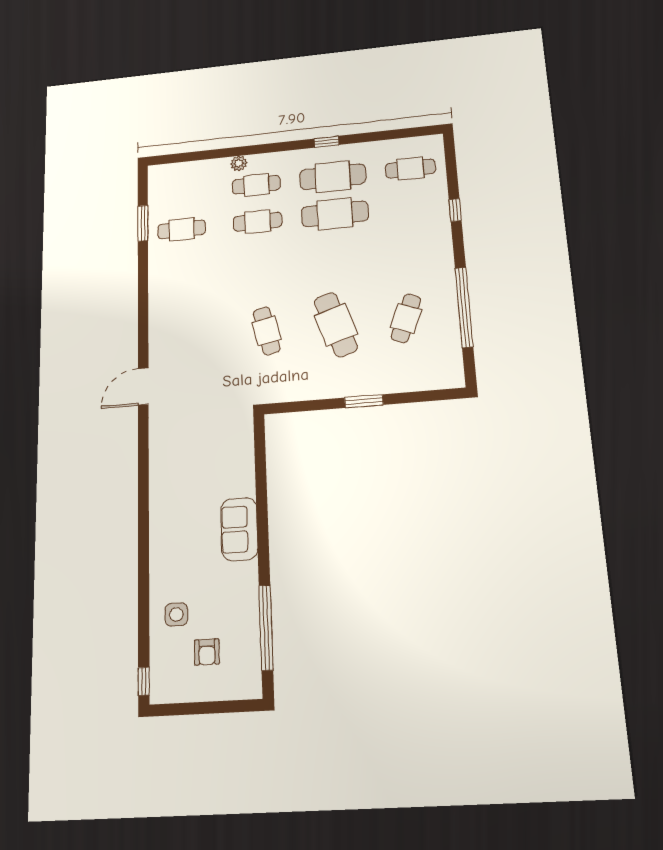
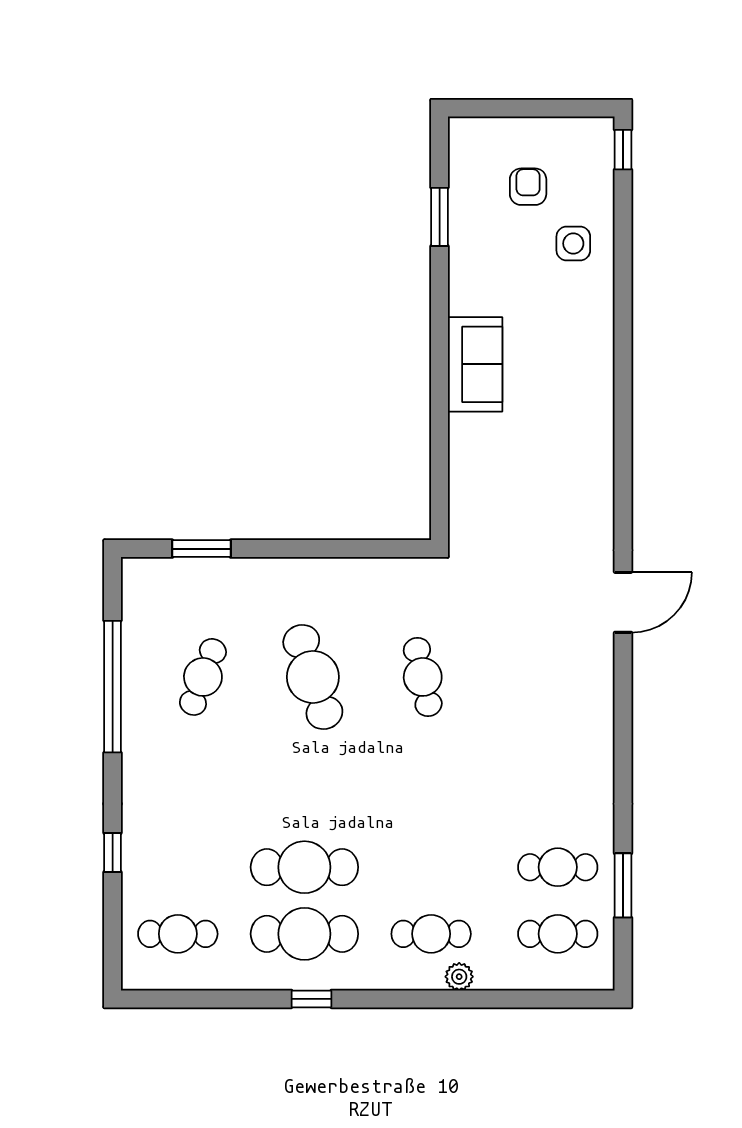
cafe table: (258, 222) -> (558, 934), moved
window: (364, 401) -> (202, 549), moved
window: (266, 628) -> (440, 217), width x0.47

